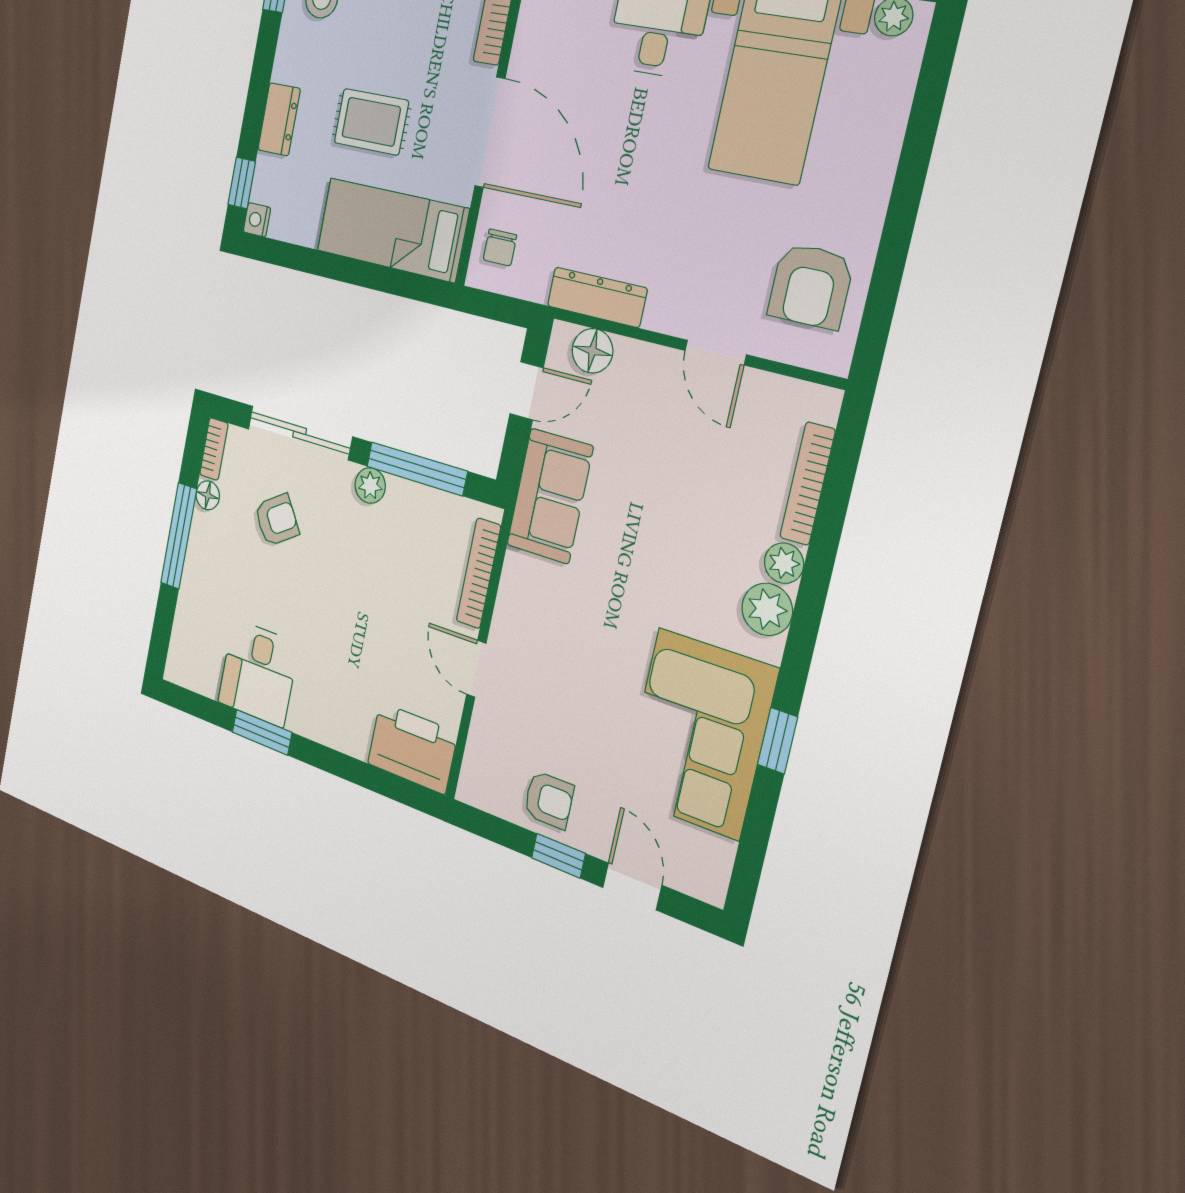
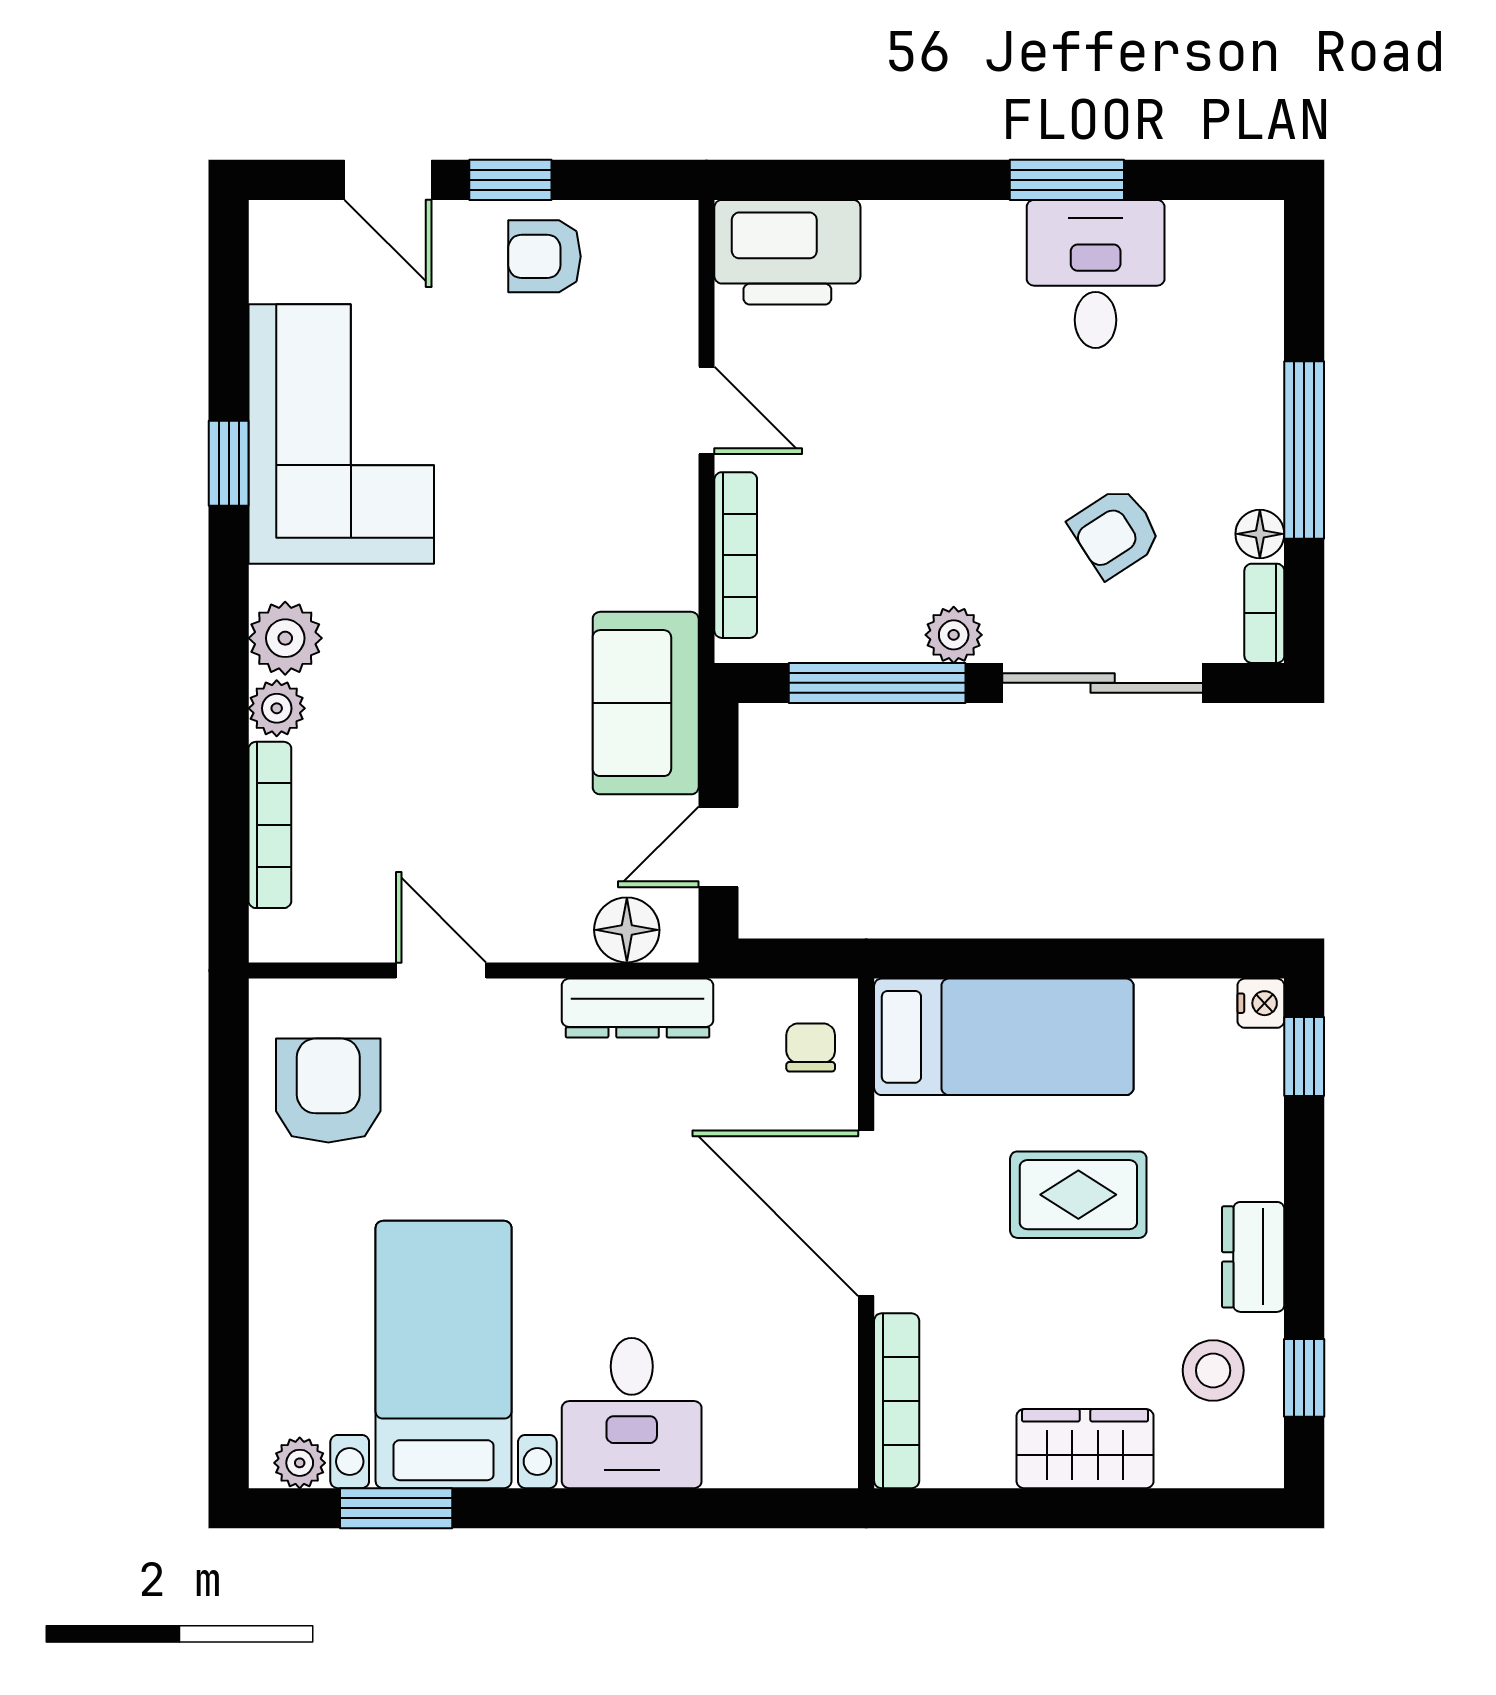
dresser: (279, 119) -> (1253, 1257), moved

